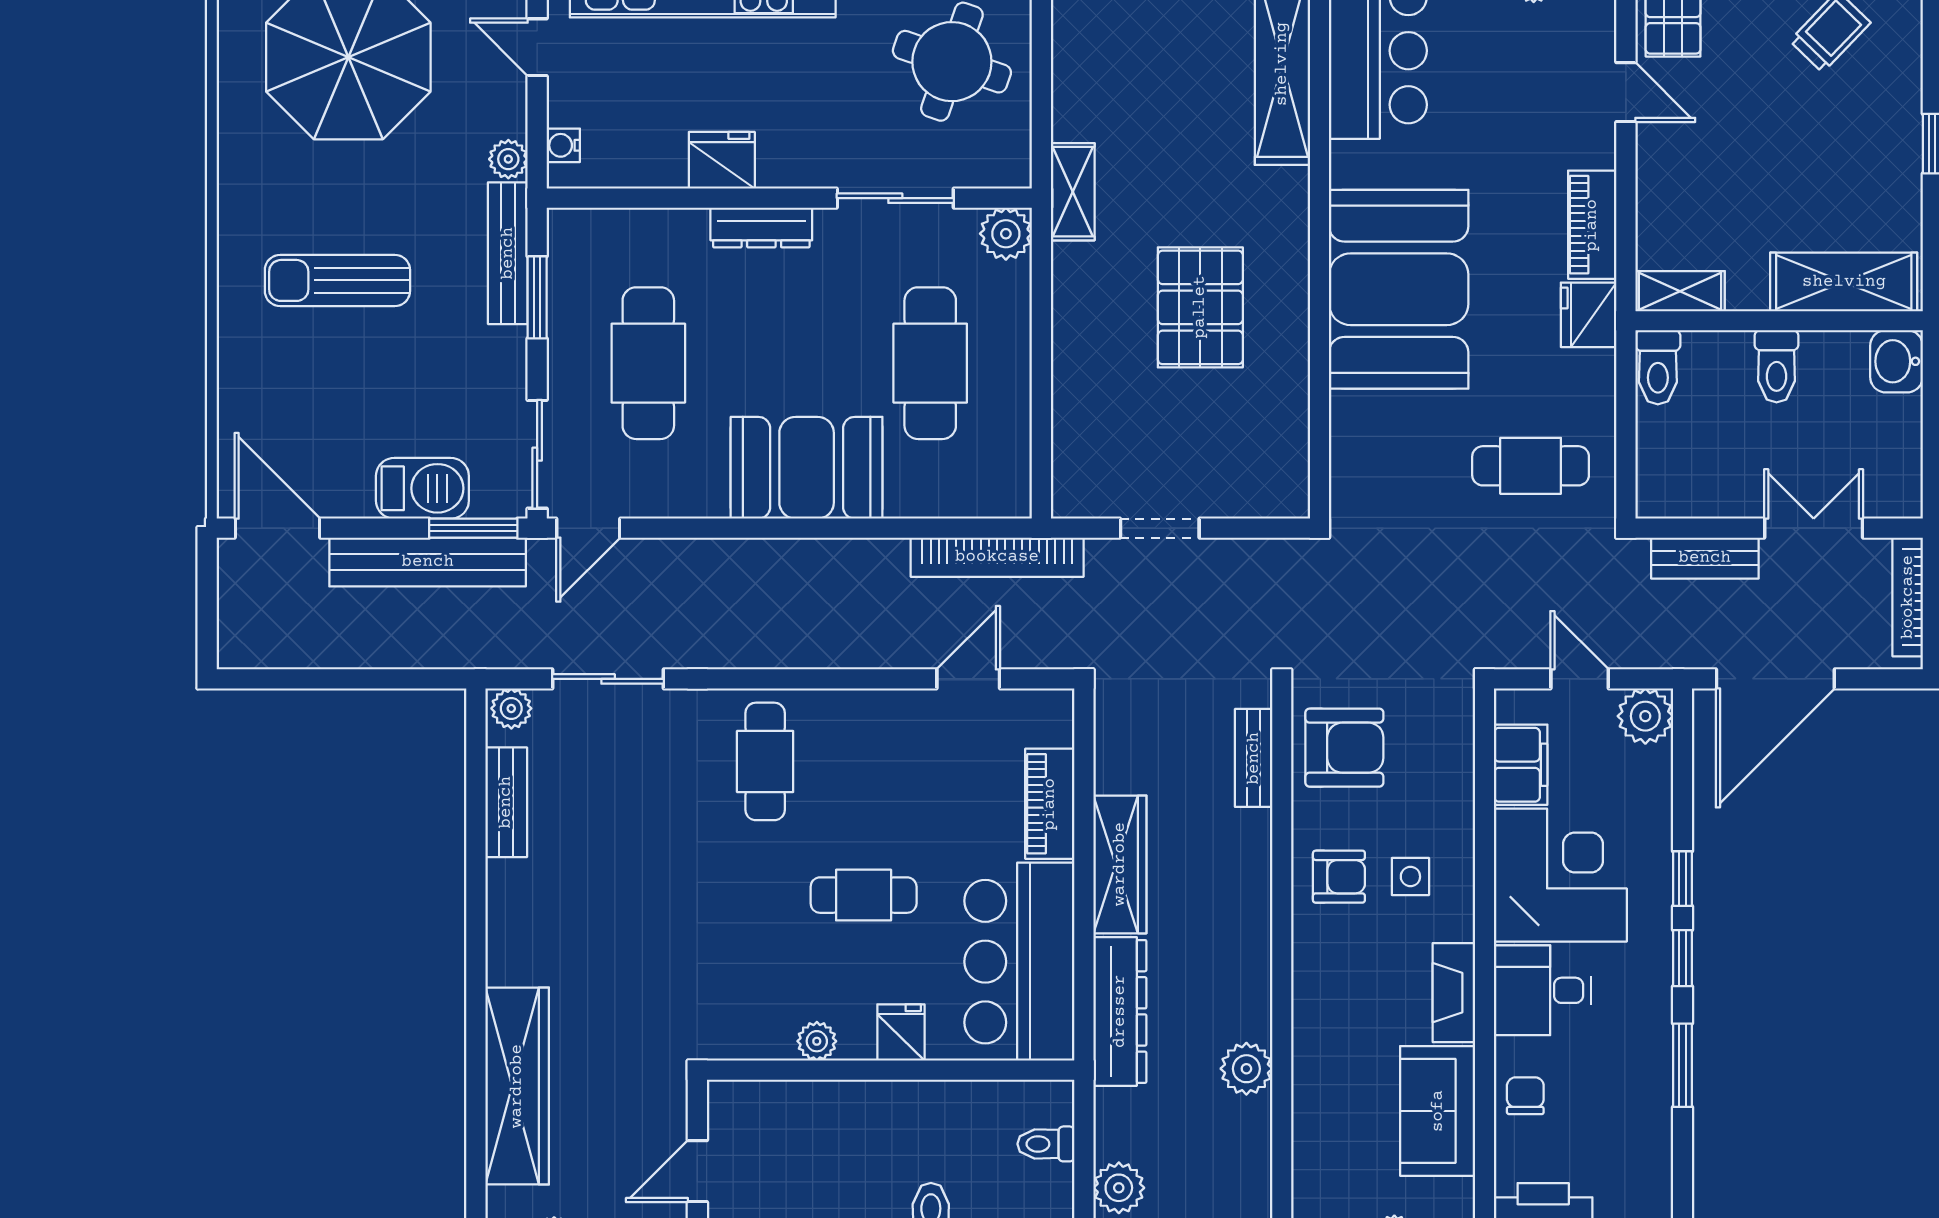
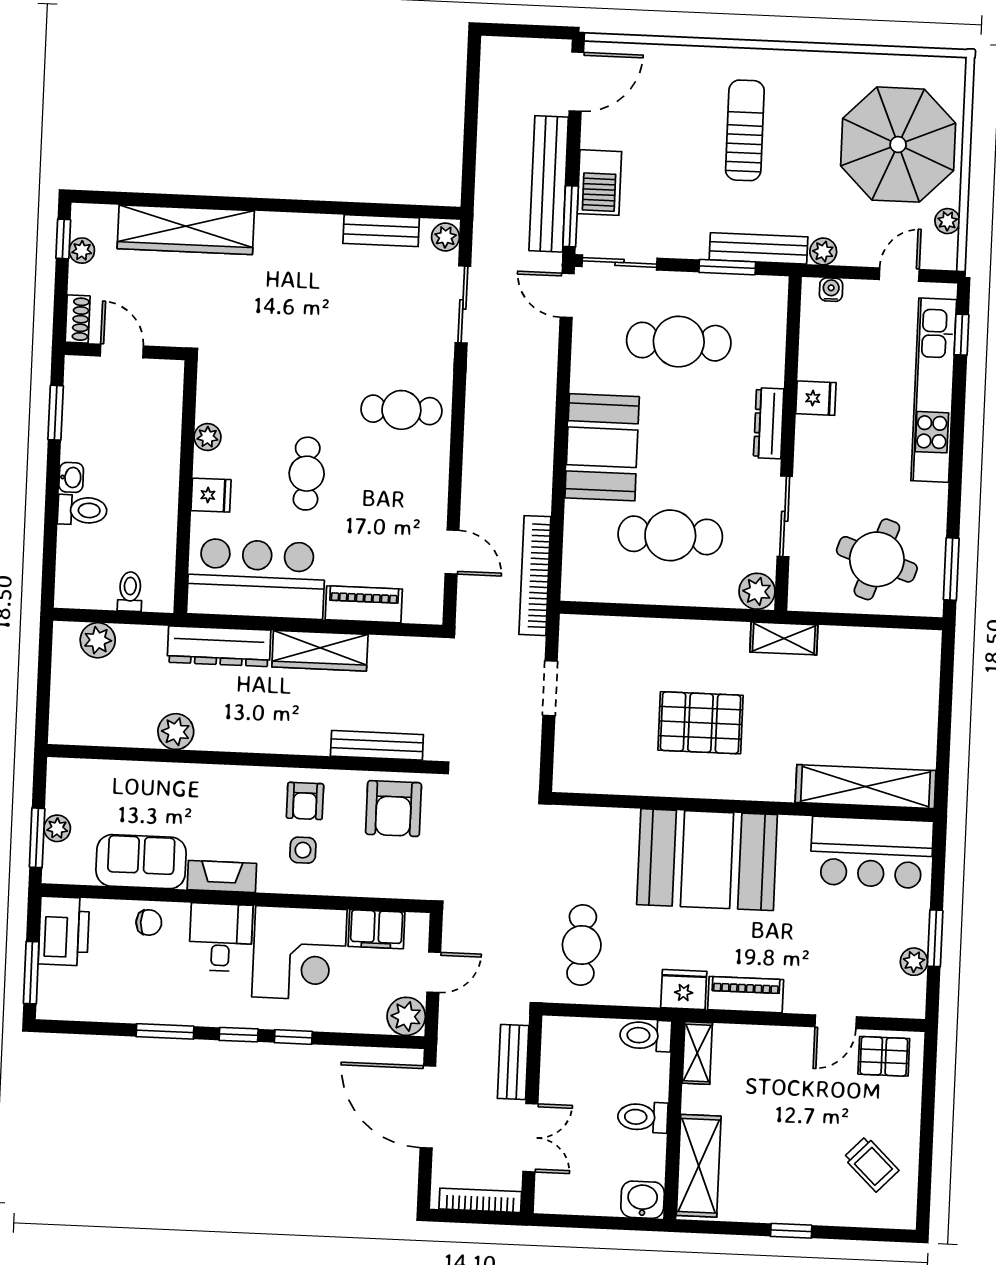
fridge: (722, 160) -> (816, 398), width x0.72
bench: (1254, 758) -> (377, 745), width x1.36

